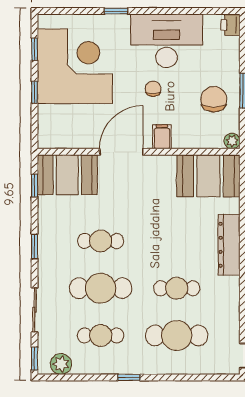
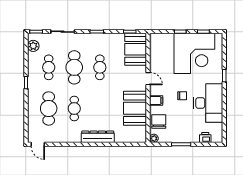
printer: (230, 25) -> (205, 138), moved
chair: (214, 99) -> (159, 121), moved, turned -90
door: (121, 152) -> (148, 79), width x0.53
booth: (208, 176) -> (135, 108), moved

